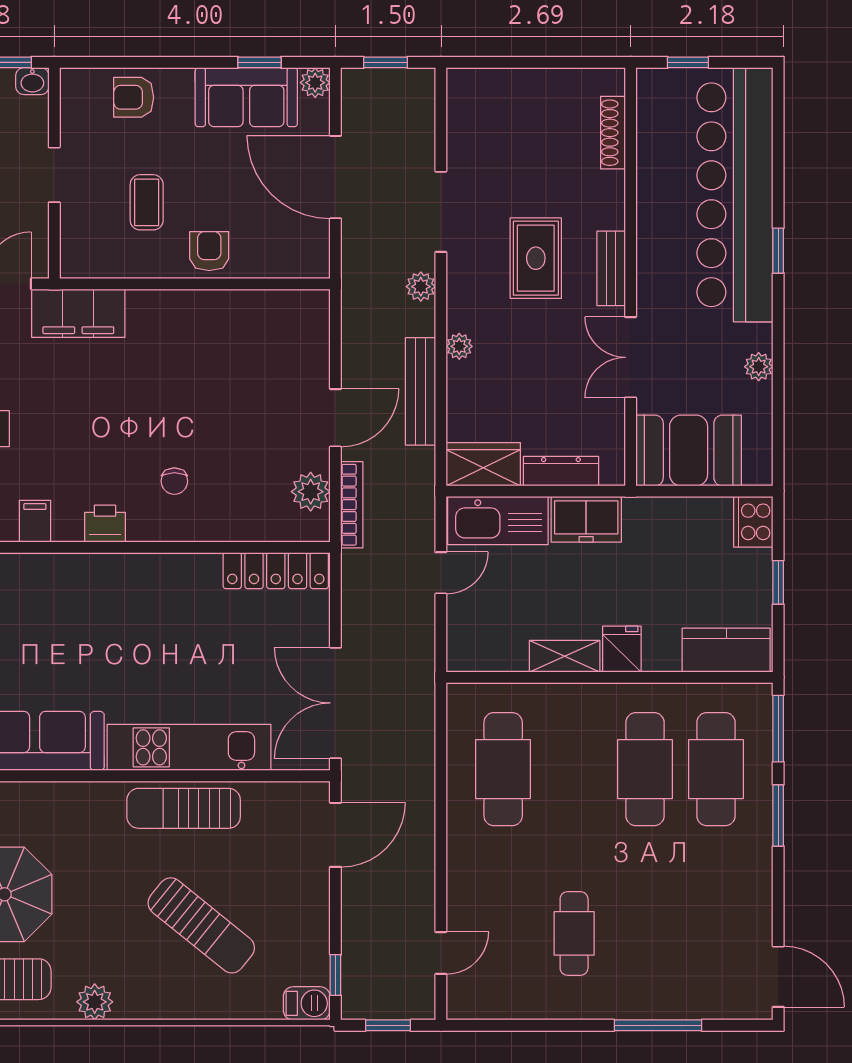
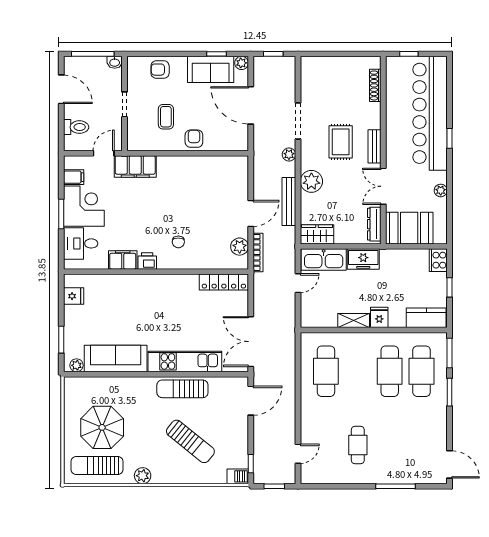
plant: (459, 346) -> (311, 181), width x1.87, depth x1.87
dresser: (561, 471) -> (374, 224), moved, turned -90
filing cabinet: (35, 521) -> (123, 260), width x2.00

